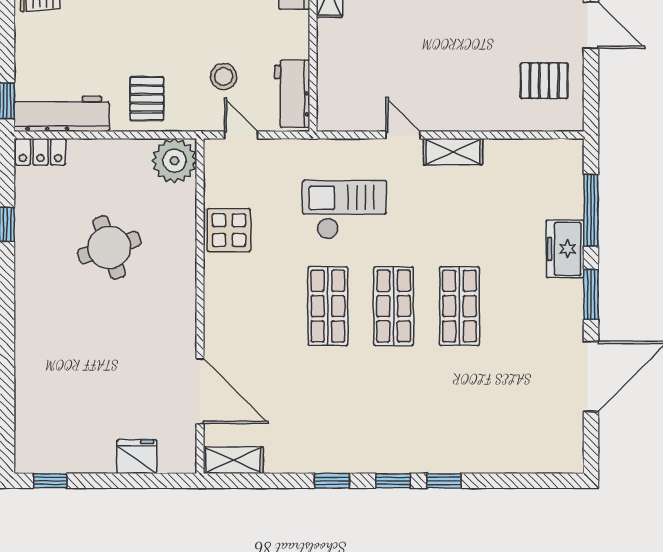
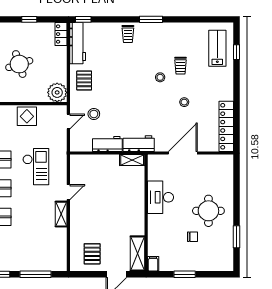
workbench: (292, 94) -> (107, 144), moved
pallet: (147, 99) -> (84, 80), turned 90
freezer: (565, 249) -> (19, 263), removed

